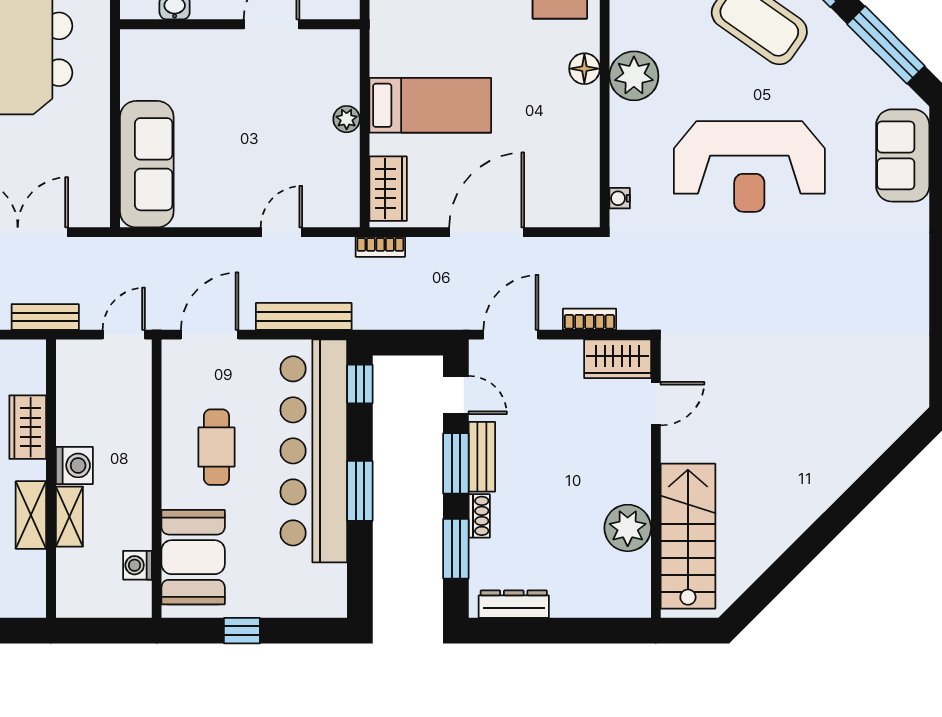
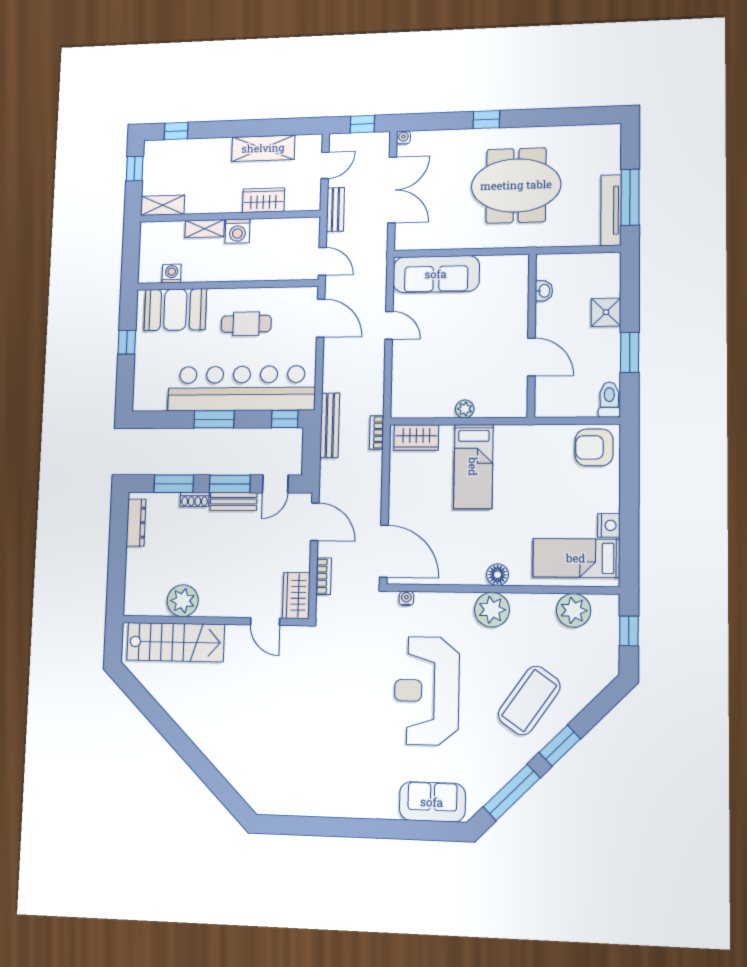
door: (281, 232) -> (389, 325), moved
door: (487, 232) -> (384, 551), moved
bench: (304, 316) -> (330, 425), moved
shelving: (31, 515) -> (163, 205), moved

